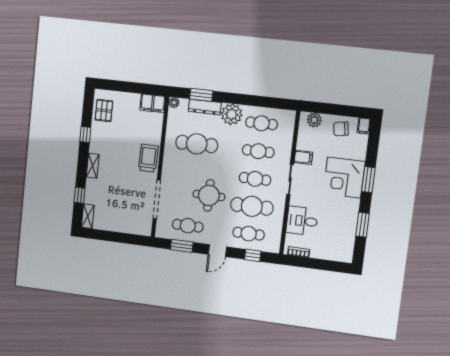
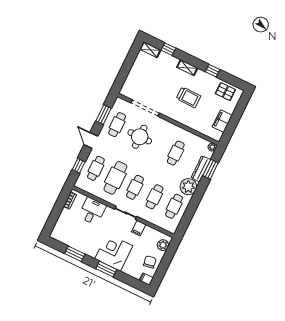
filing cabinet: (153, 103) -> (222, 121), moved
cafe table: (197, 144) -> (176, 153), width x0.73, depth x0.74
trolley: (148, 158) -> (189, 97), moved
round table: (209, 195) -> (140, 137), moved

